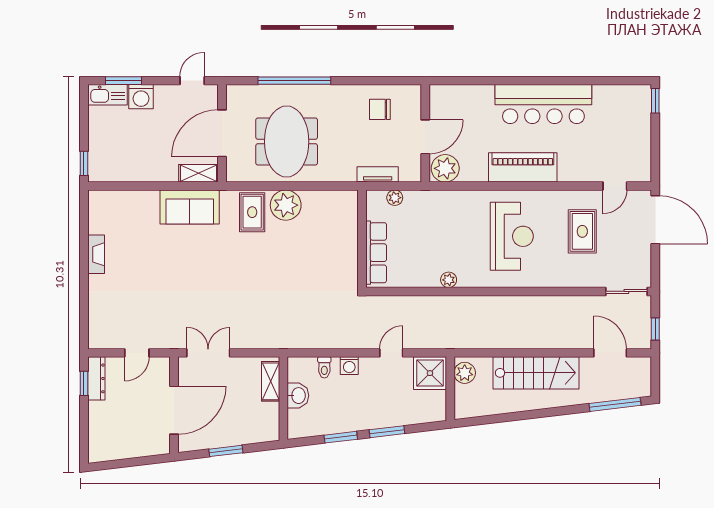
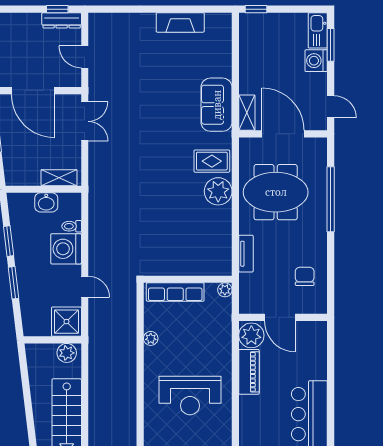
piano: (523, 167) -> (249, 372), moved, width x0.73, depth x0.75
tv unit: (378, 174) -> (246, 254), moved
wall: (362, 239) -> (188, 279), moved
row of seats: (376, 253) -> (175, 292), moved
fireplace: (96, 254) -> (180, 22), width x1.37, depth x1.32
washing machine: (349, 366) -> (66, 249), width x1.89, depth x1.89

